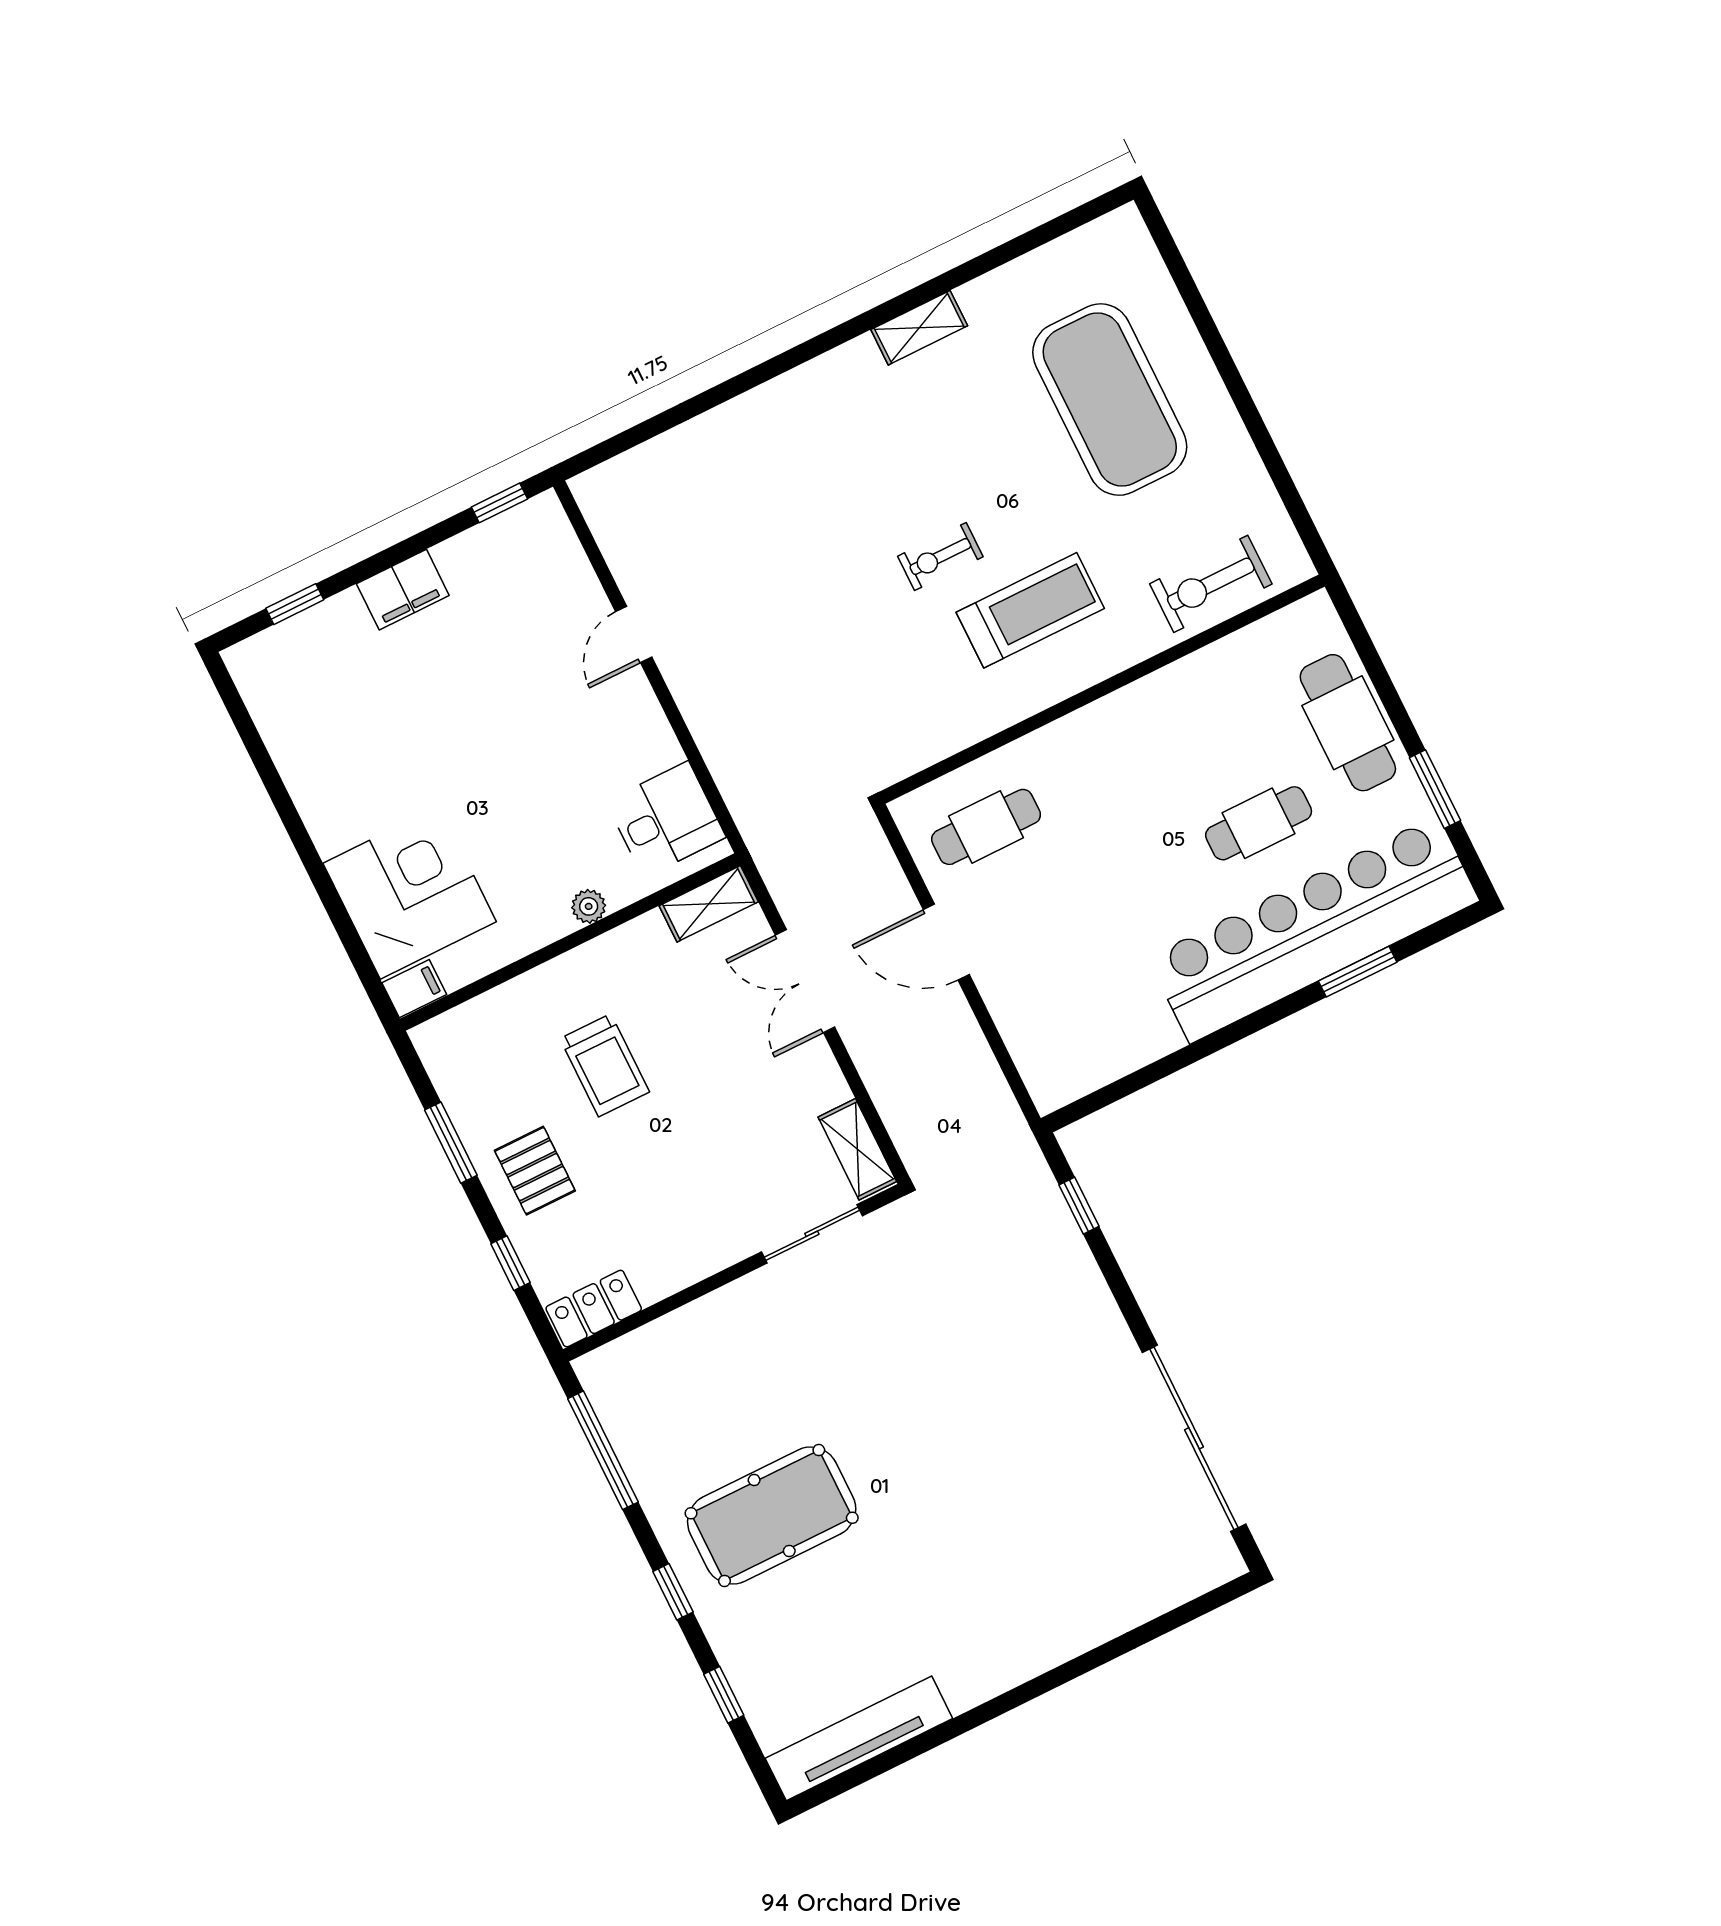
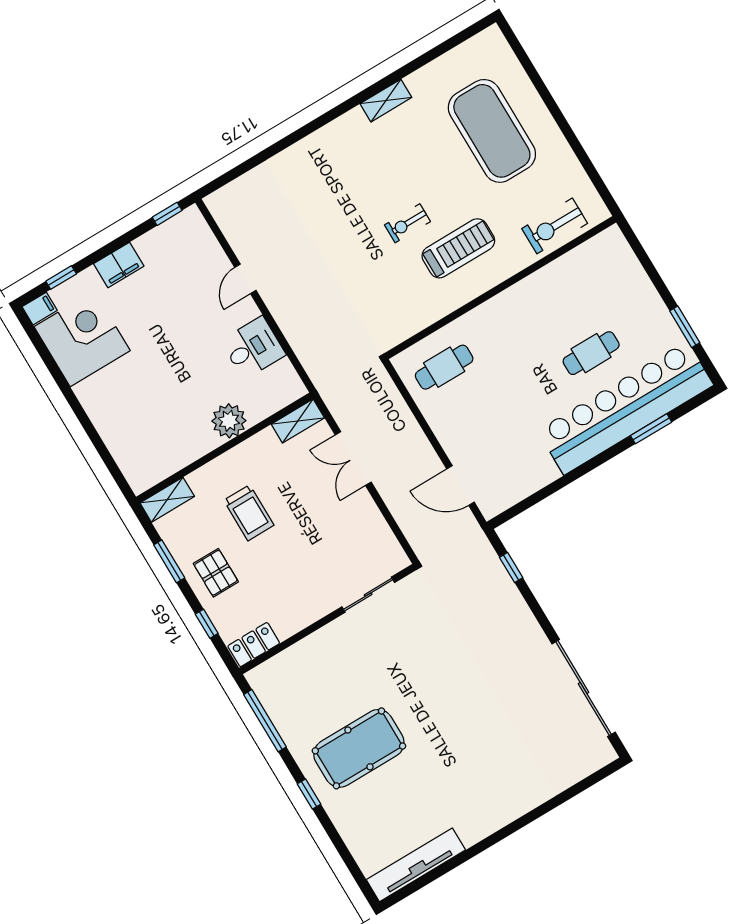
cafe table: (1348, 723) -> (635, 295), removed
desk: (666, 819) -> (253, 348), moved
corner desk: (410, 893) -> (82, 339), moved
plant: (589, 906) -> (229, 421), width x1.87, depth x1.87
door: (946, 942) -> (460, 486), moved
filing cabinet: (414, 989) -> (40, 309), moved
shelving: (857, 1149) -> (167, 500), moved, turned 90
window: (724, 1695) -> (341, 847), removed

